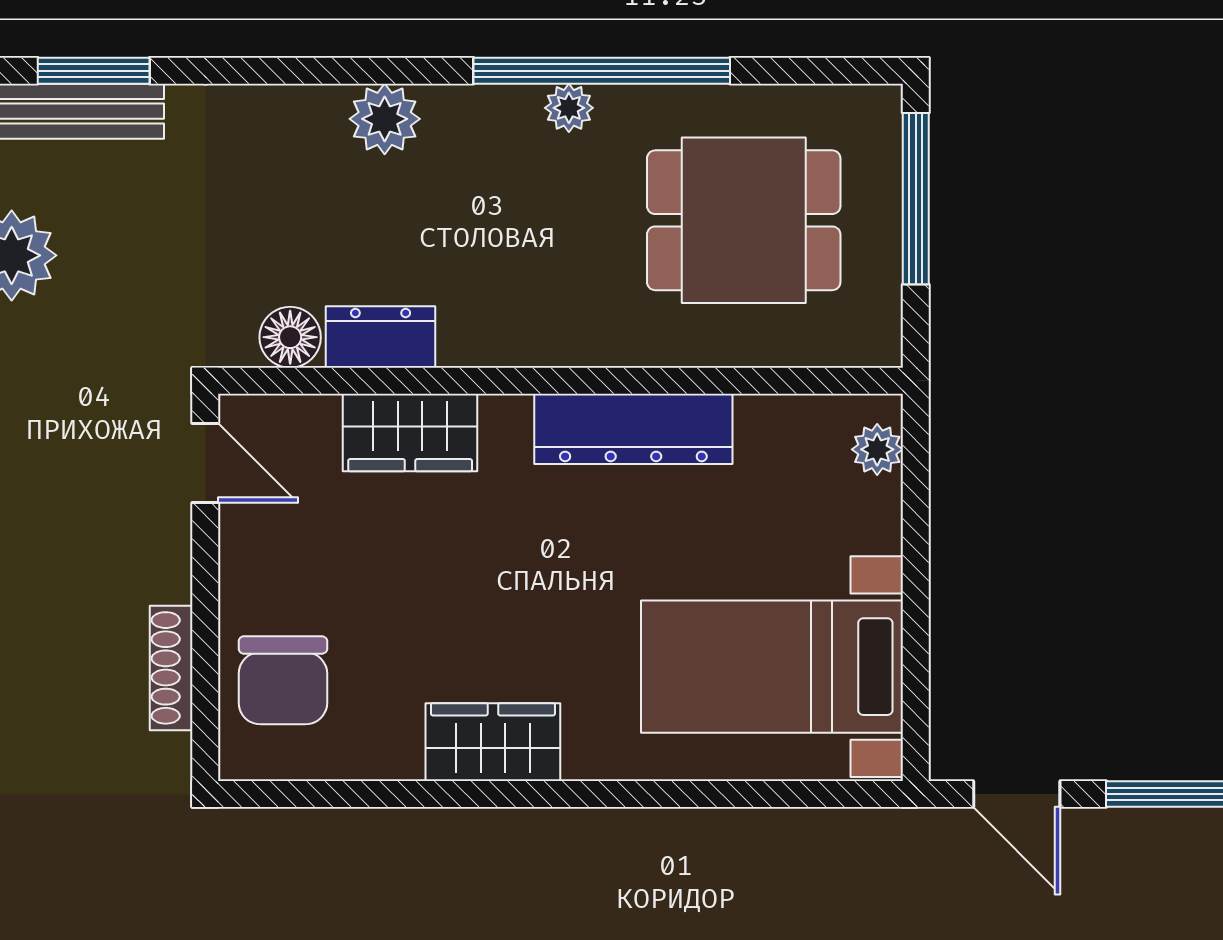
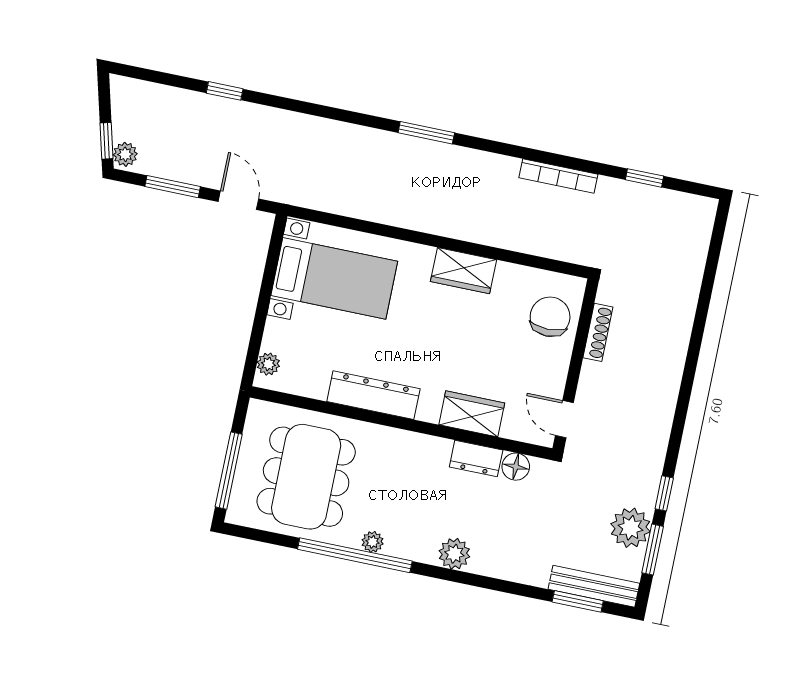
dining table: (744, 220) -> (306, 477), width x1.38

